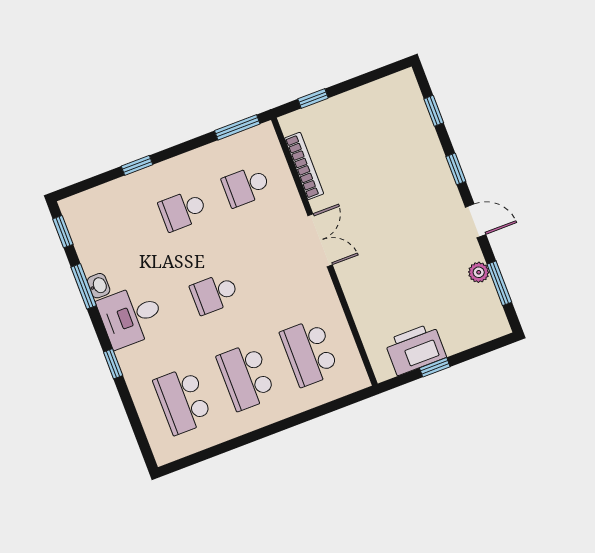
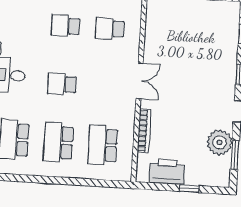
bookcase: (304, 166) -> (144, 131), moved
plant: (479, 272) -> (220, 142), width x1.88, depth x1.88
window: (435, 367) -> (189, 189), moved

